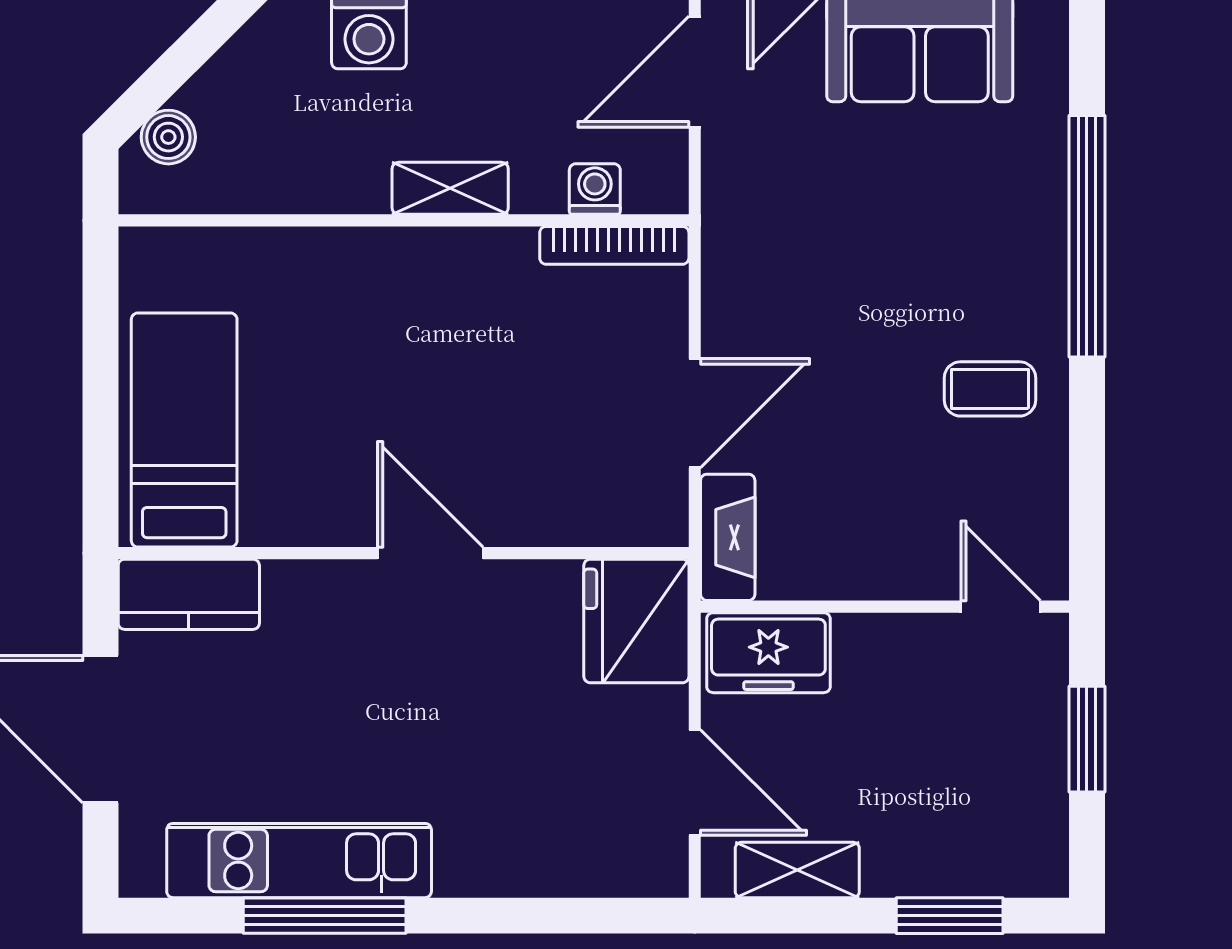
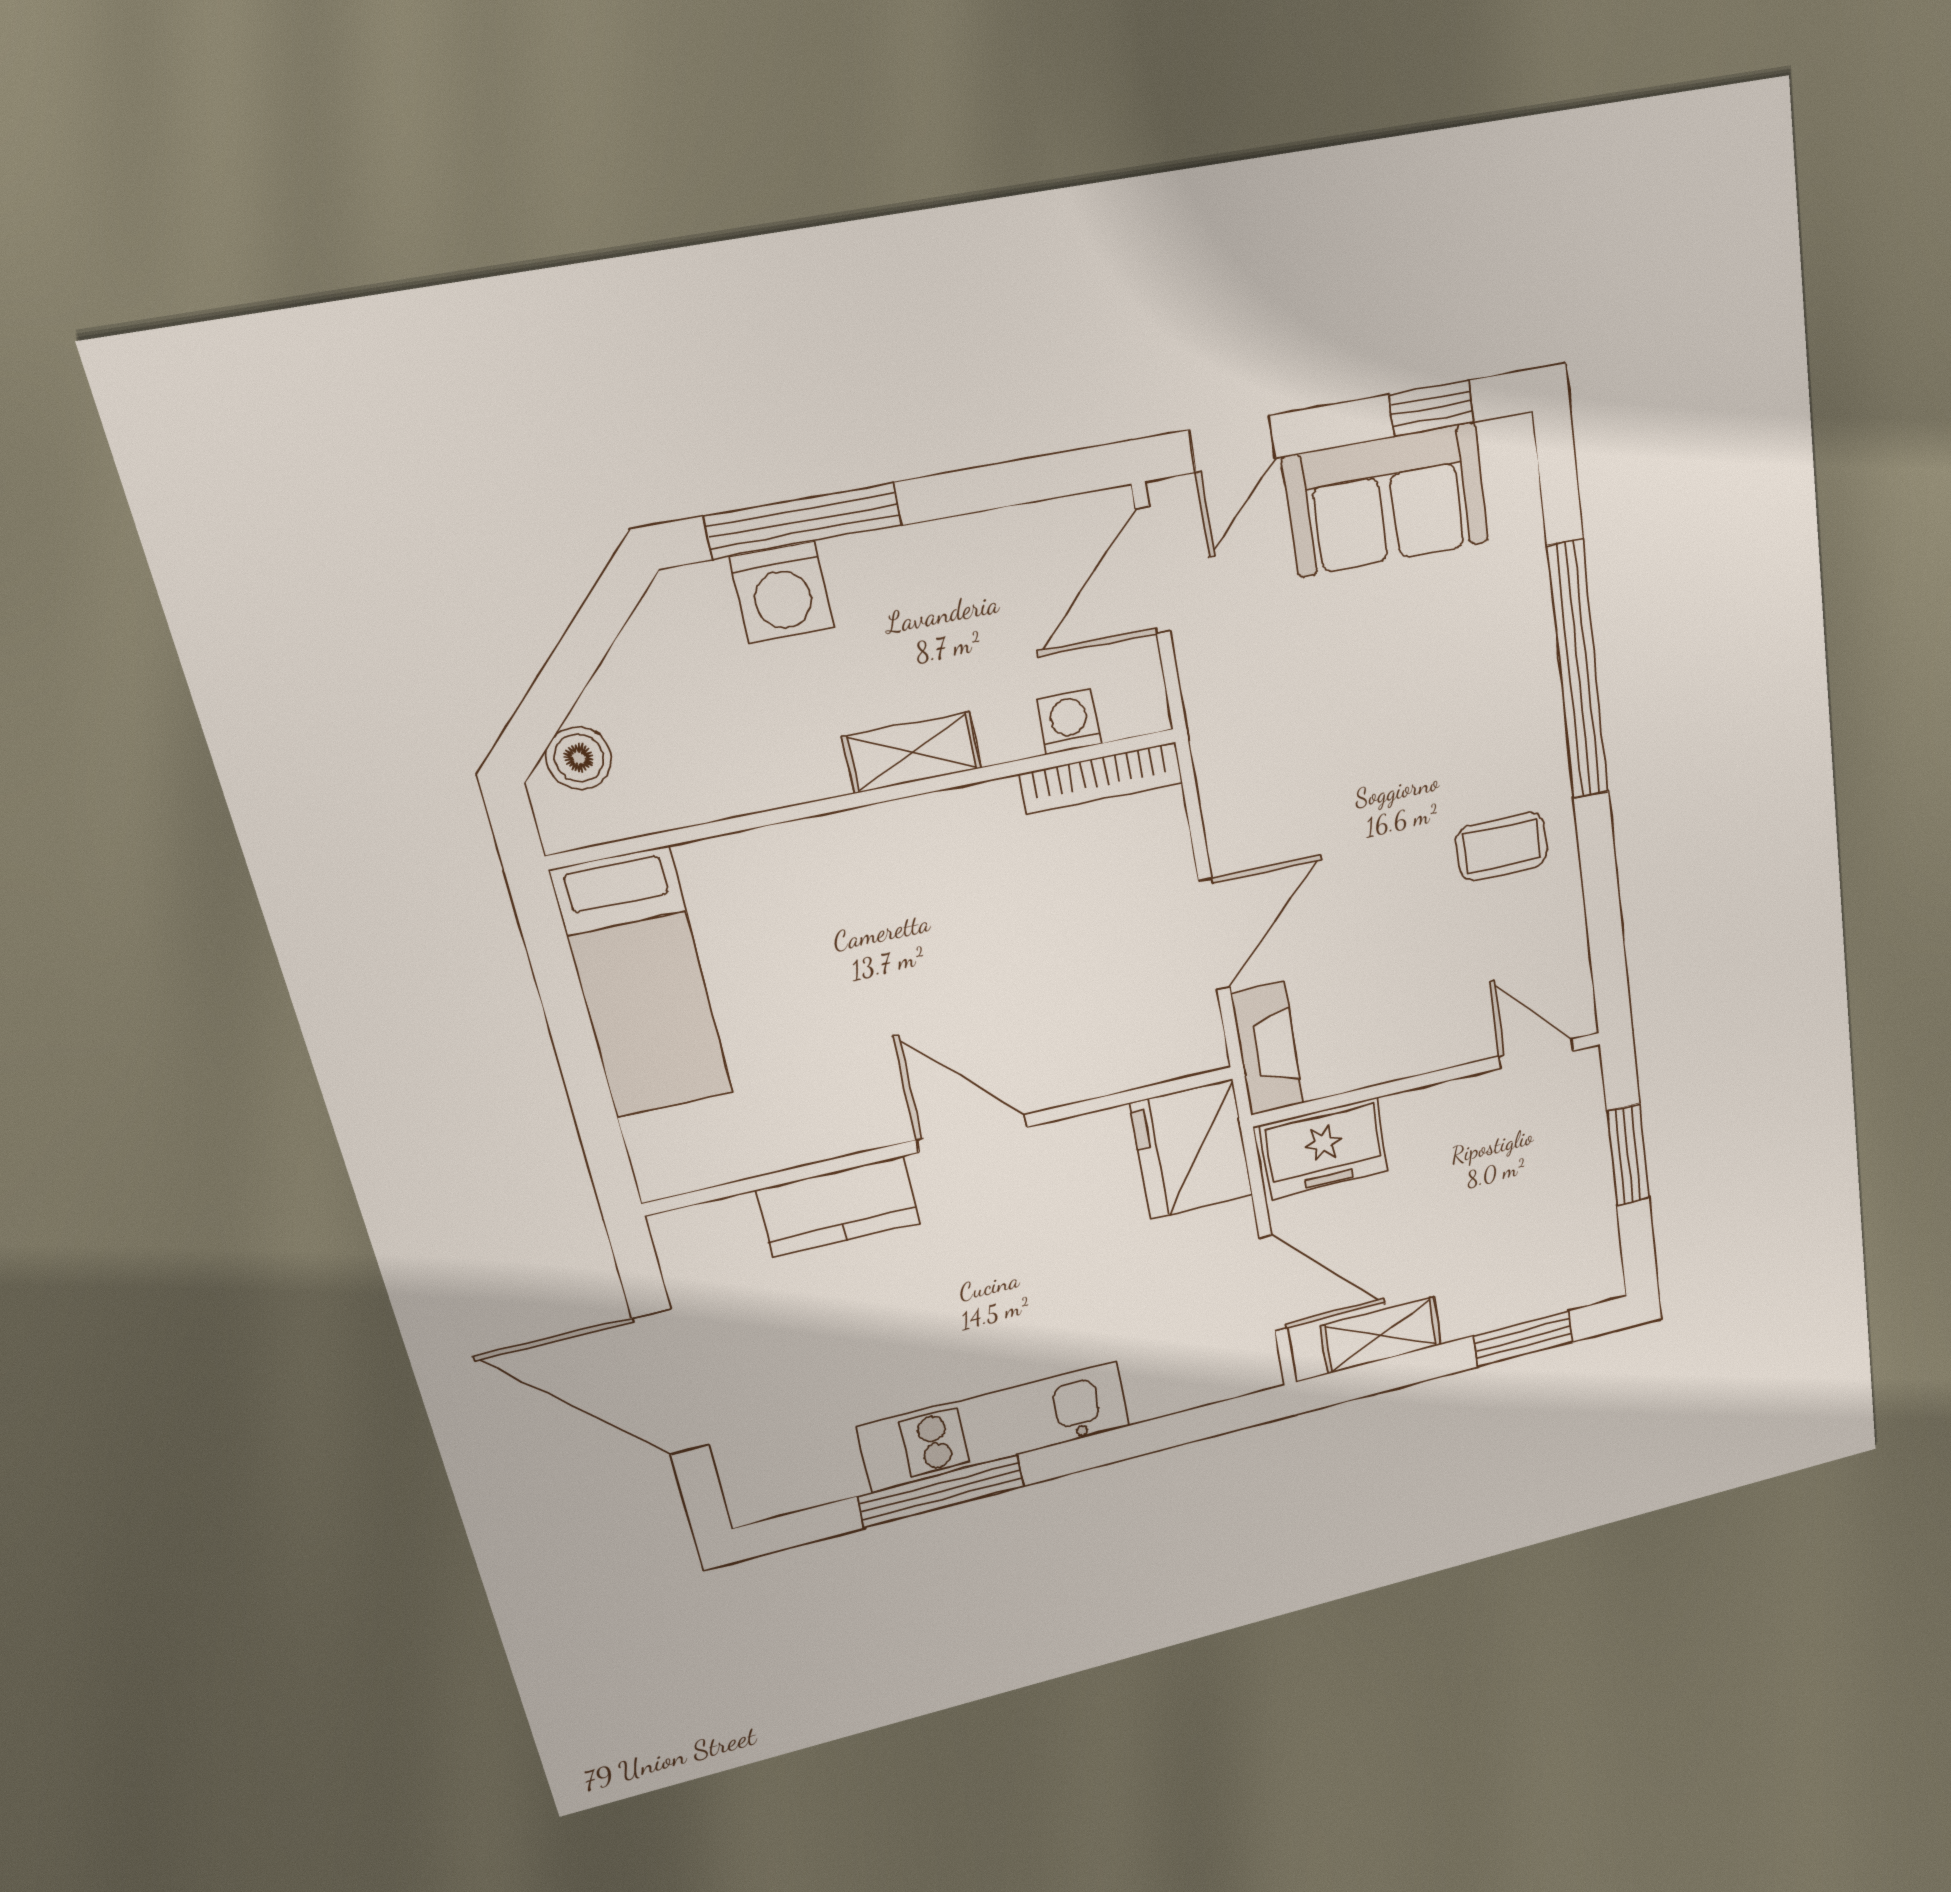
bed: (184, 430) -> (643, 984), moved, turned 180
kitchen counter: (189, 594) -> (838, 1207), moved
kitchen unit: (299, 861) -> (994, 1427), moved

